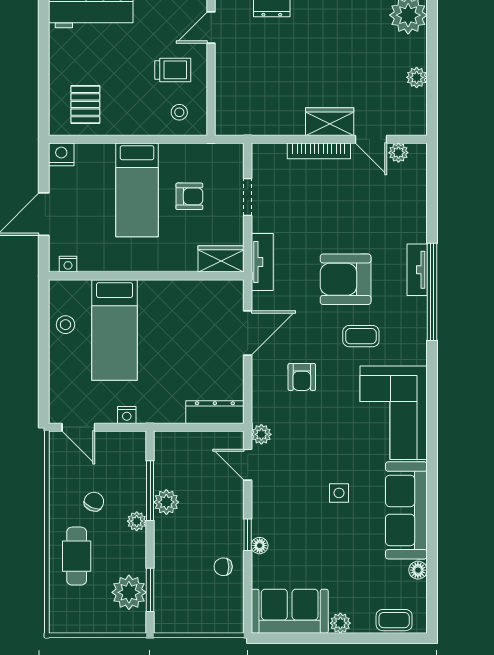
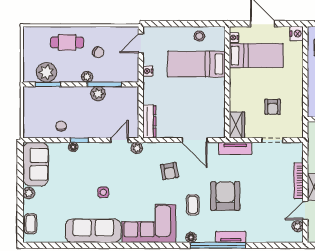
bed: (137, 190) -> (256, 56), moved, turned 180
armchair: (302, 377) -> (169, 171), turned -99
floor lamp: (418, 570) -> (191, 237), moved

